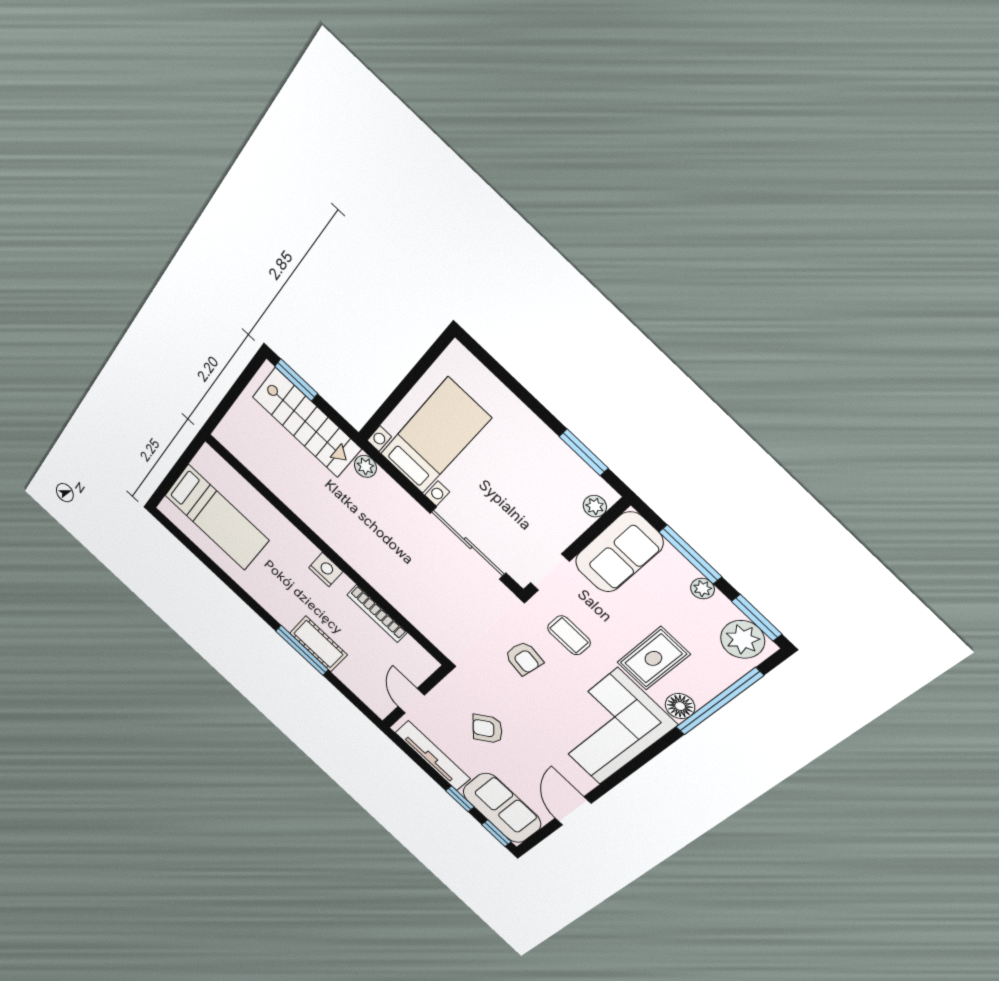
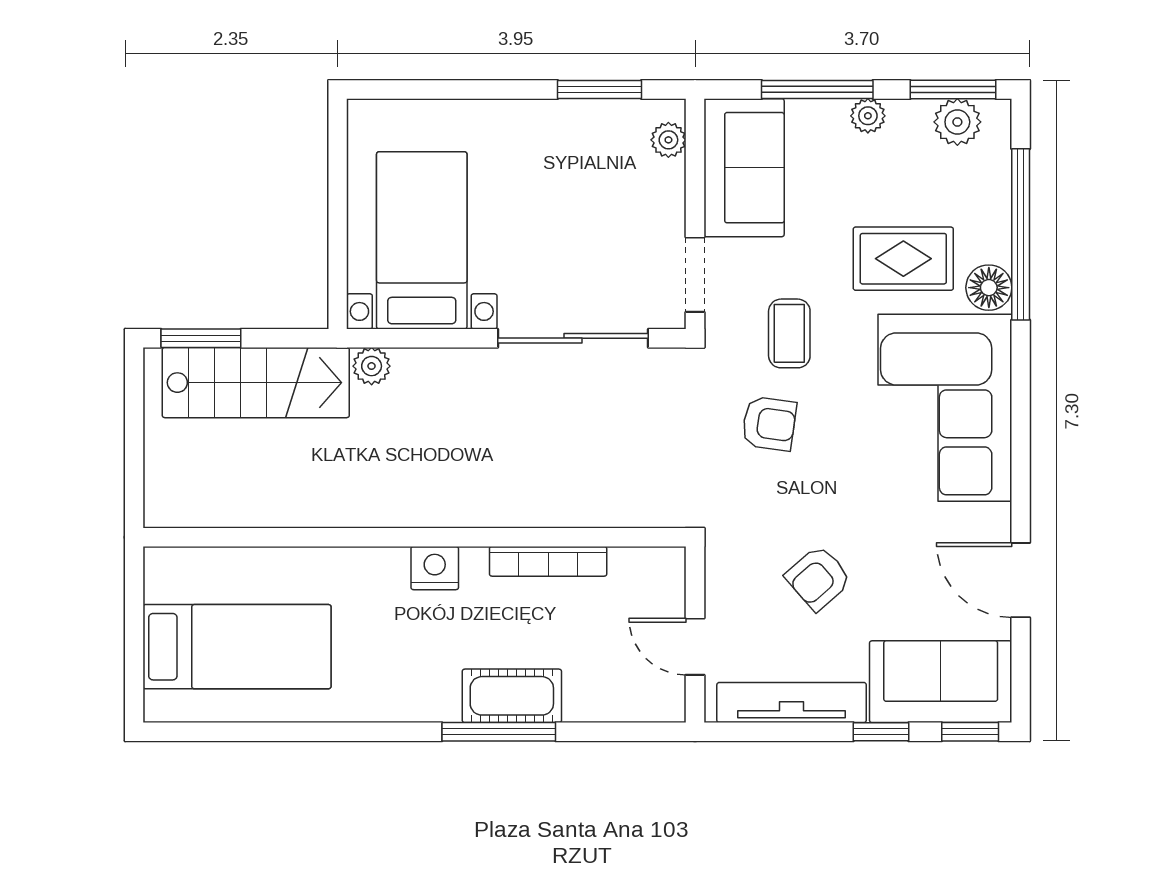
coffee table: (569, 635) -> (789, 333), turned 90
plant: (743, 639) -> (957, 122), width x0.73, depth x0.73
rug: (653, 658) -> (903, 259), turned 90

